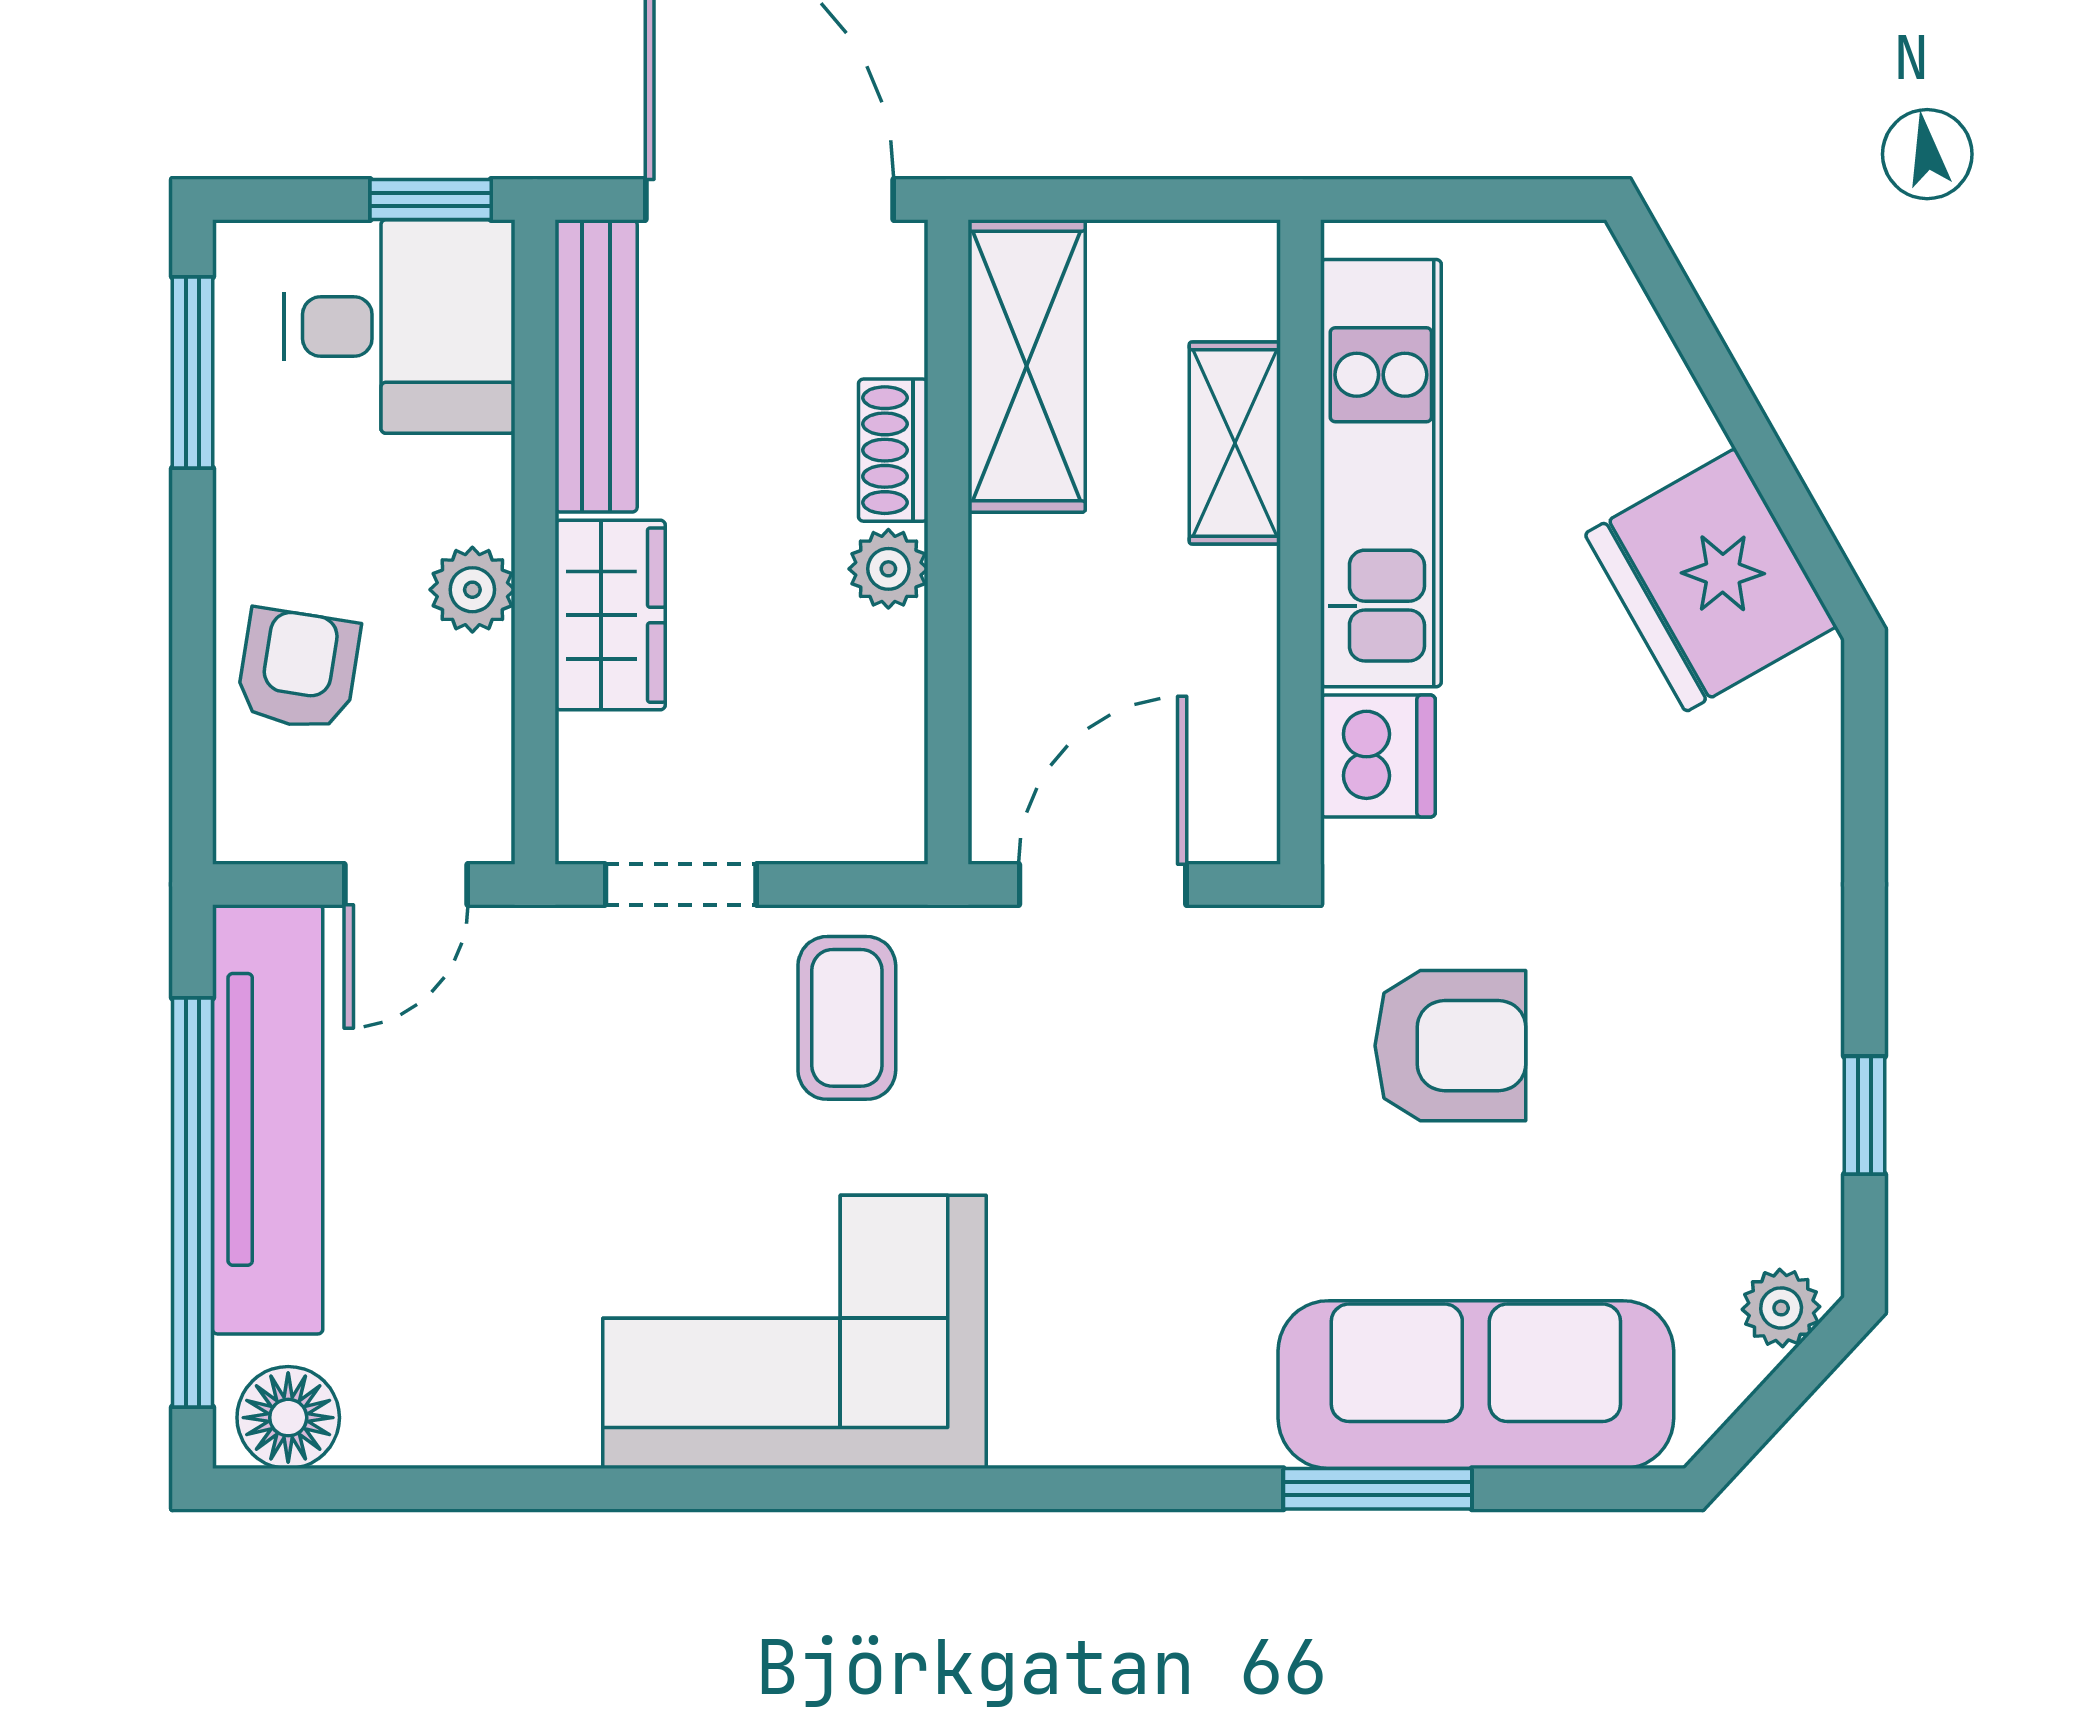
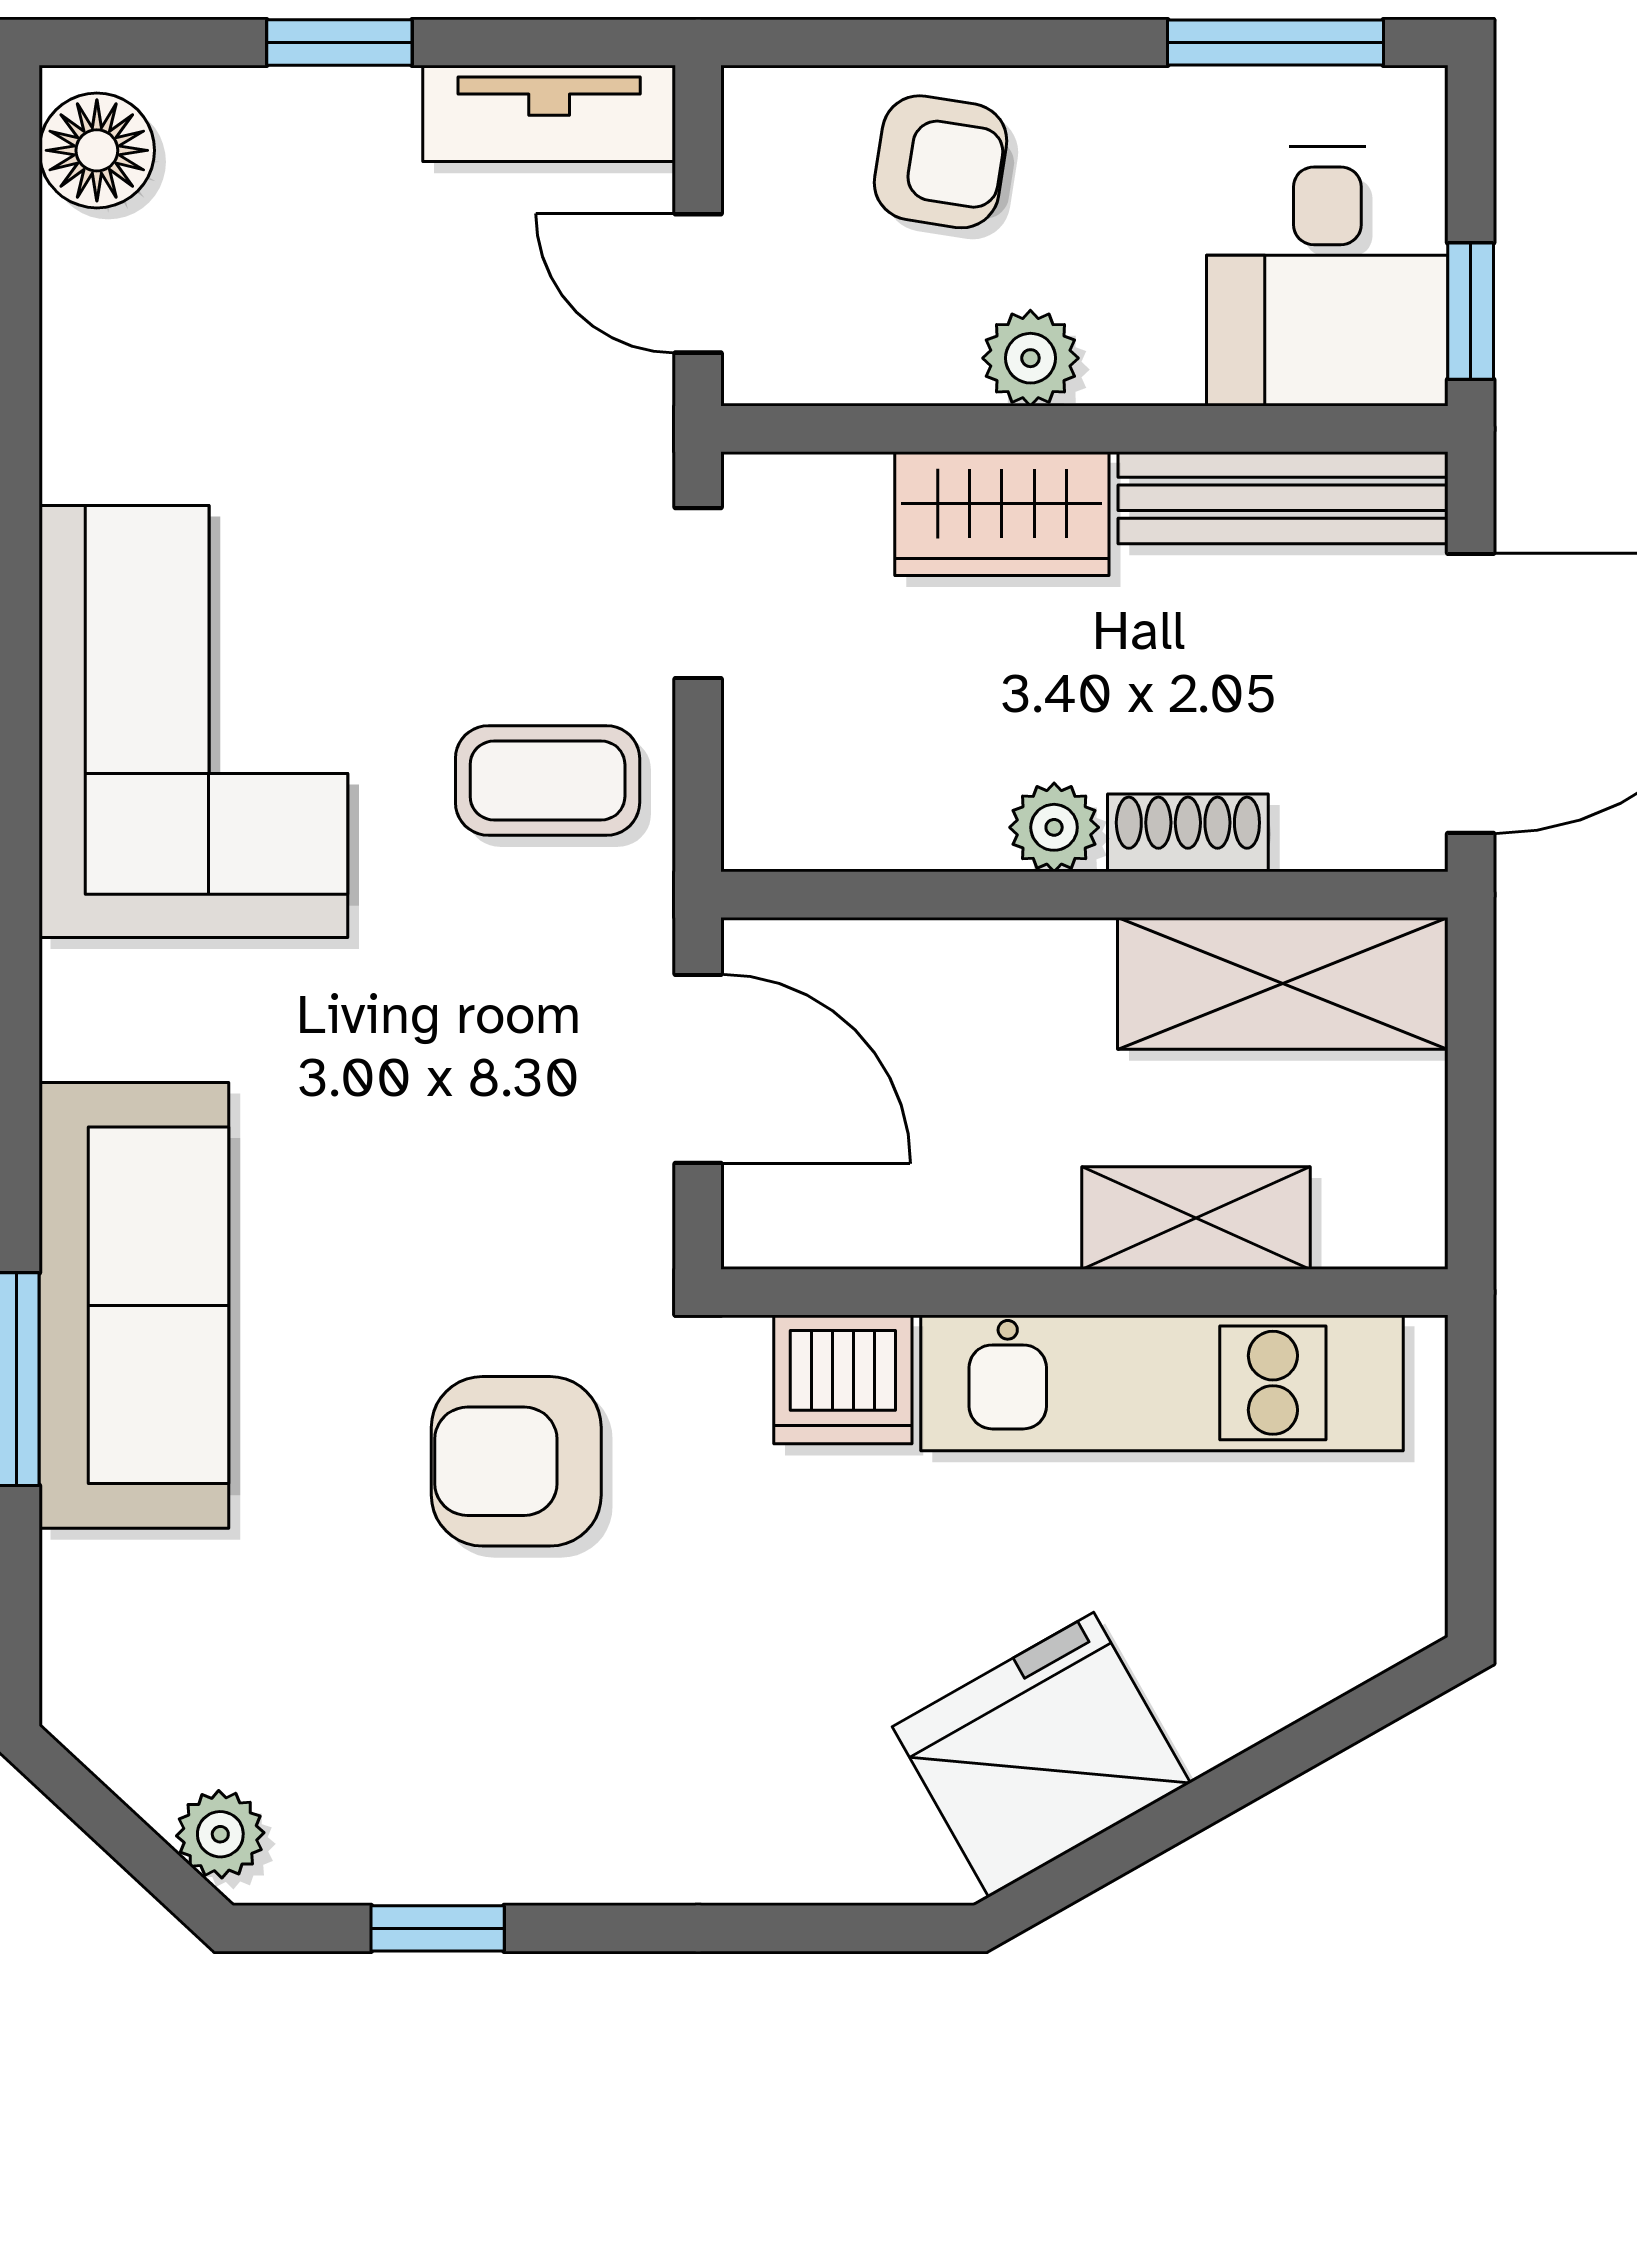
armchair: (1450, 1046) -> (516, 1461), turned 90
tv unit: (268, 1119) -> (549, 113), width x0.52, depth x0.78
window: (193, 1202) -> (339, 43), width x0.32
sofa: (1476, 1385) -> (134, 1305), moved

